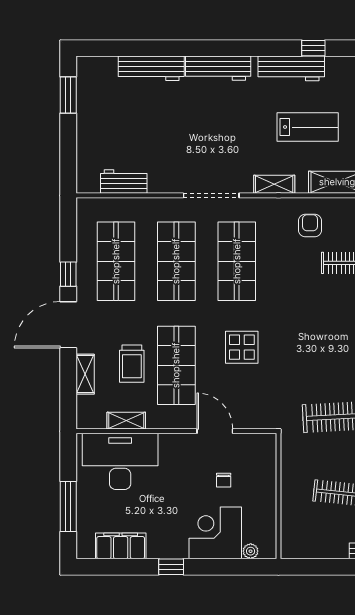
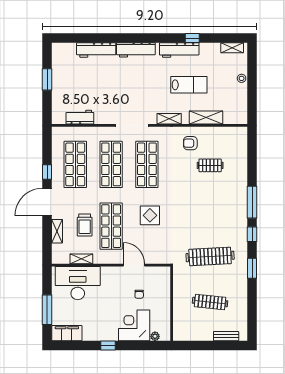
window: (68, 95) -> (47, 79), moved
armchair: (310, 226) -> (190, 143), turned -90
filing cabinet: (121, 546) -> (67, 333), moved

